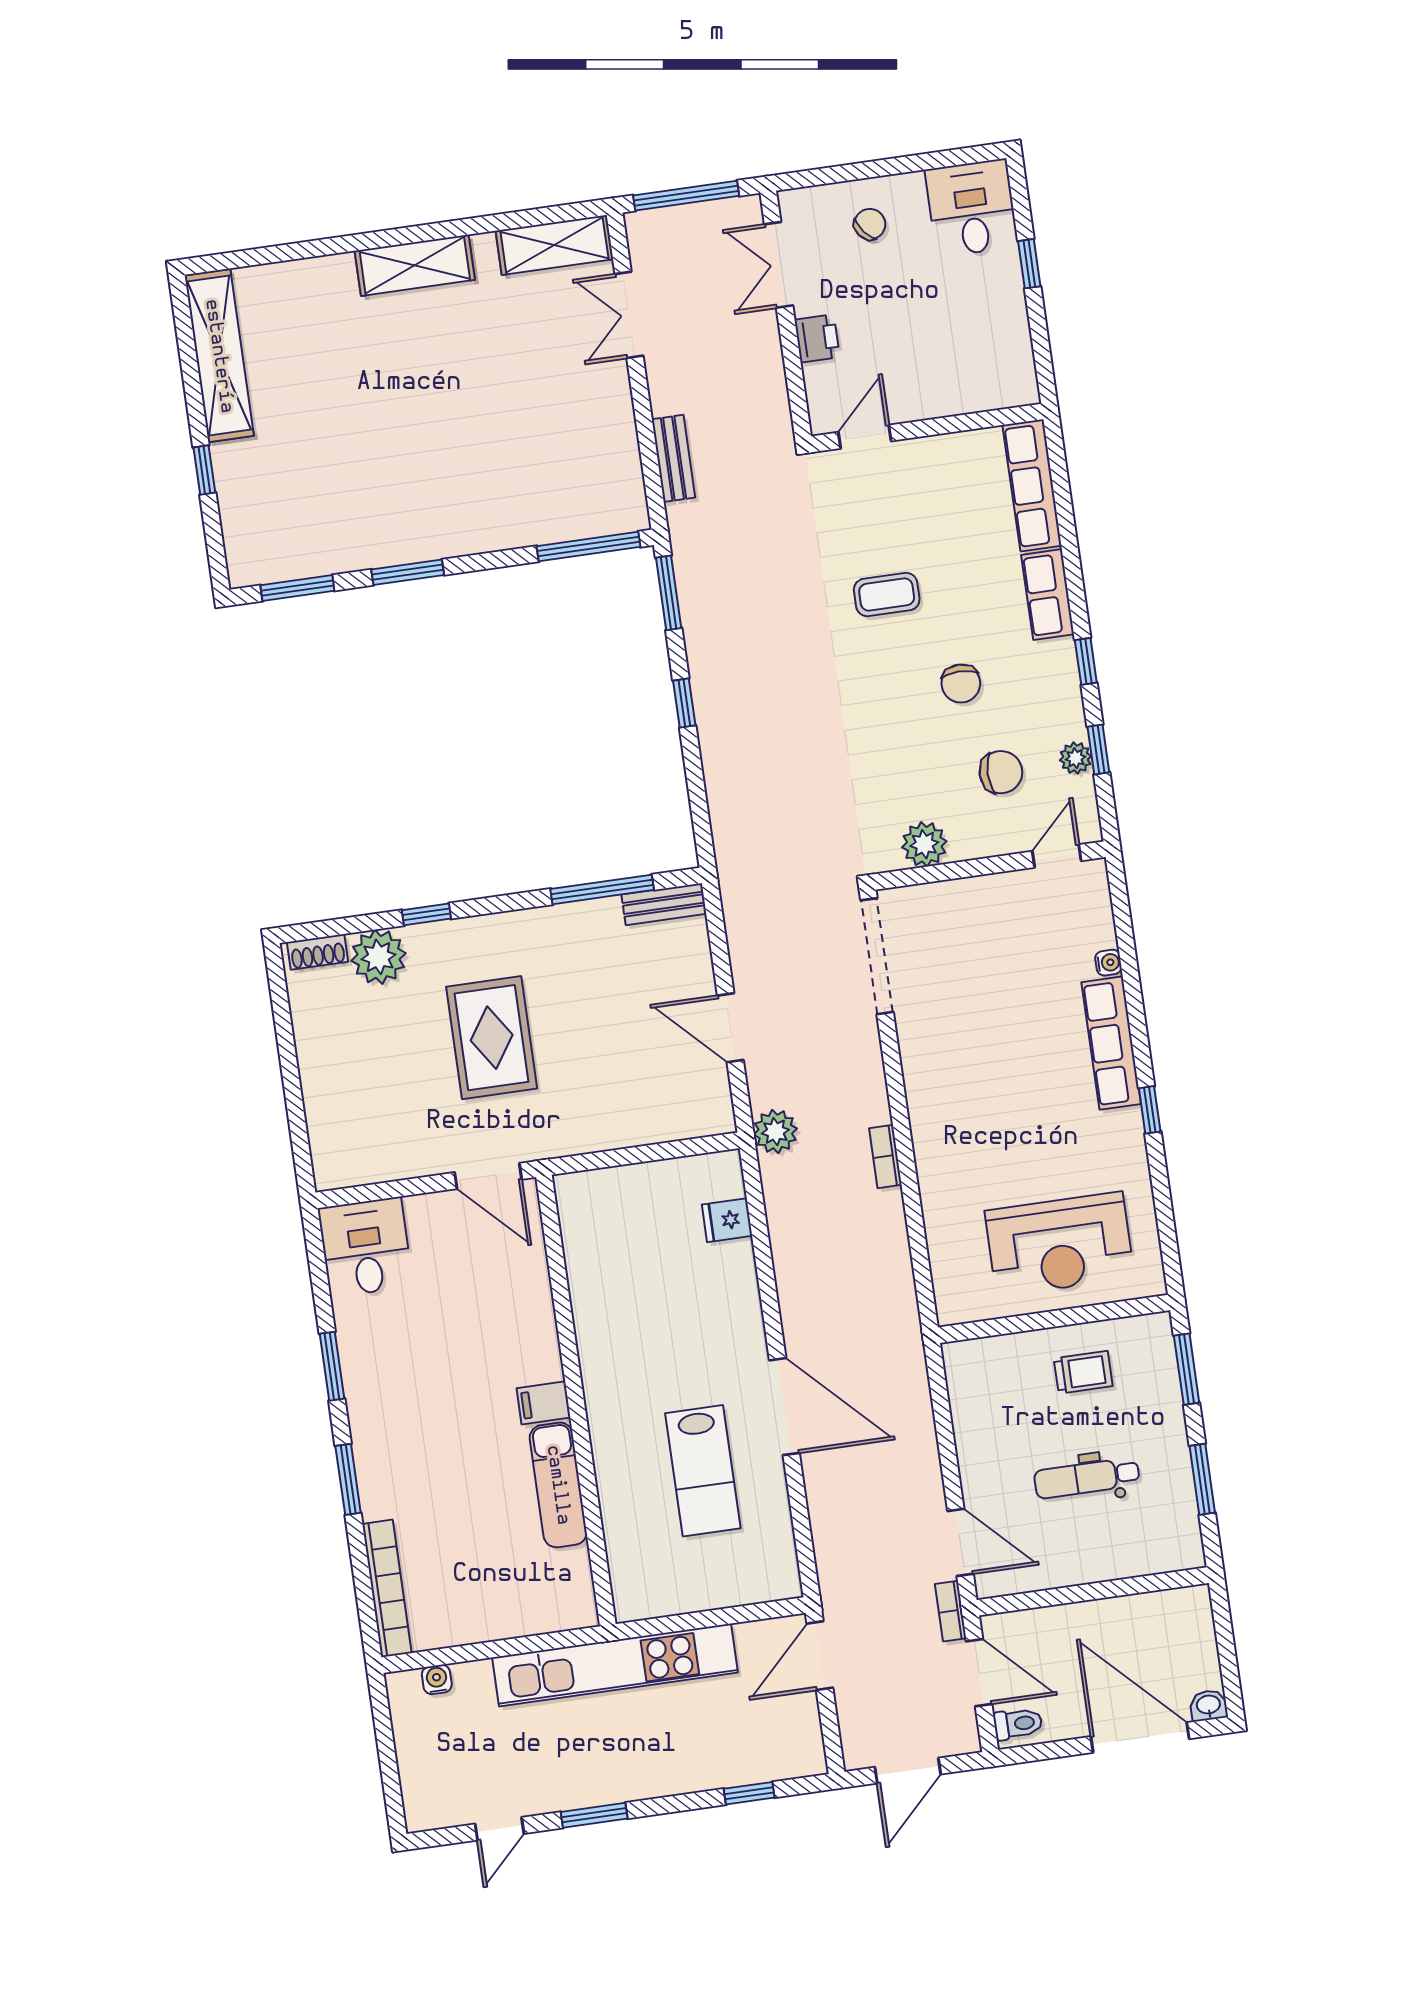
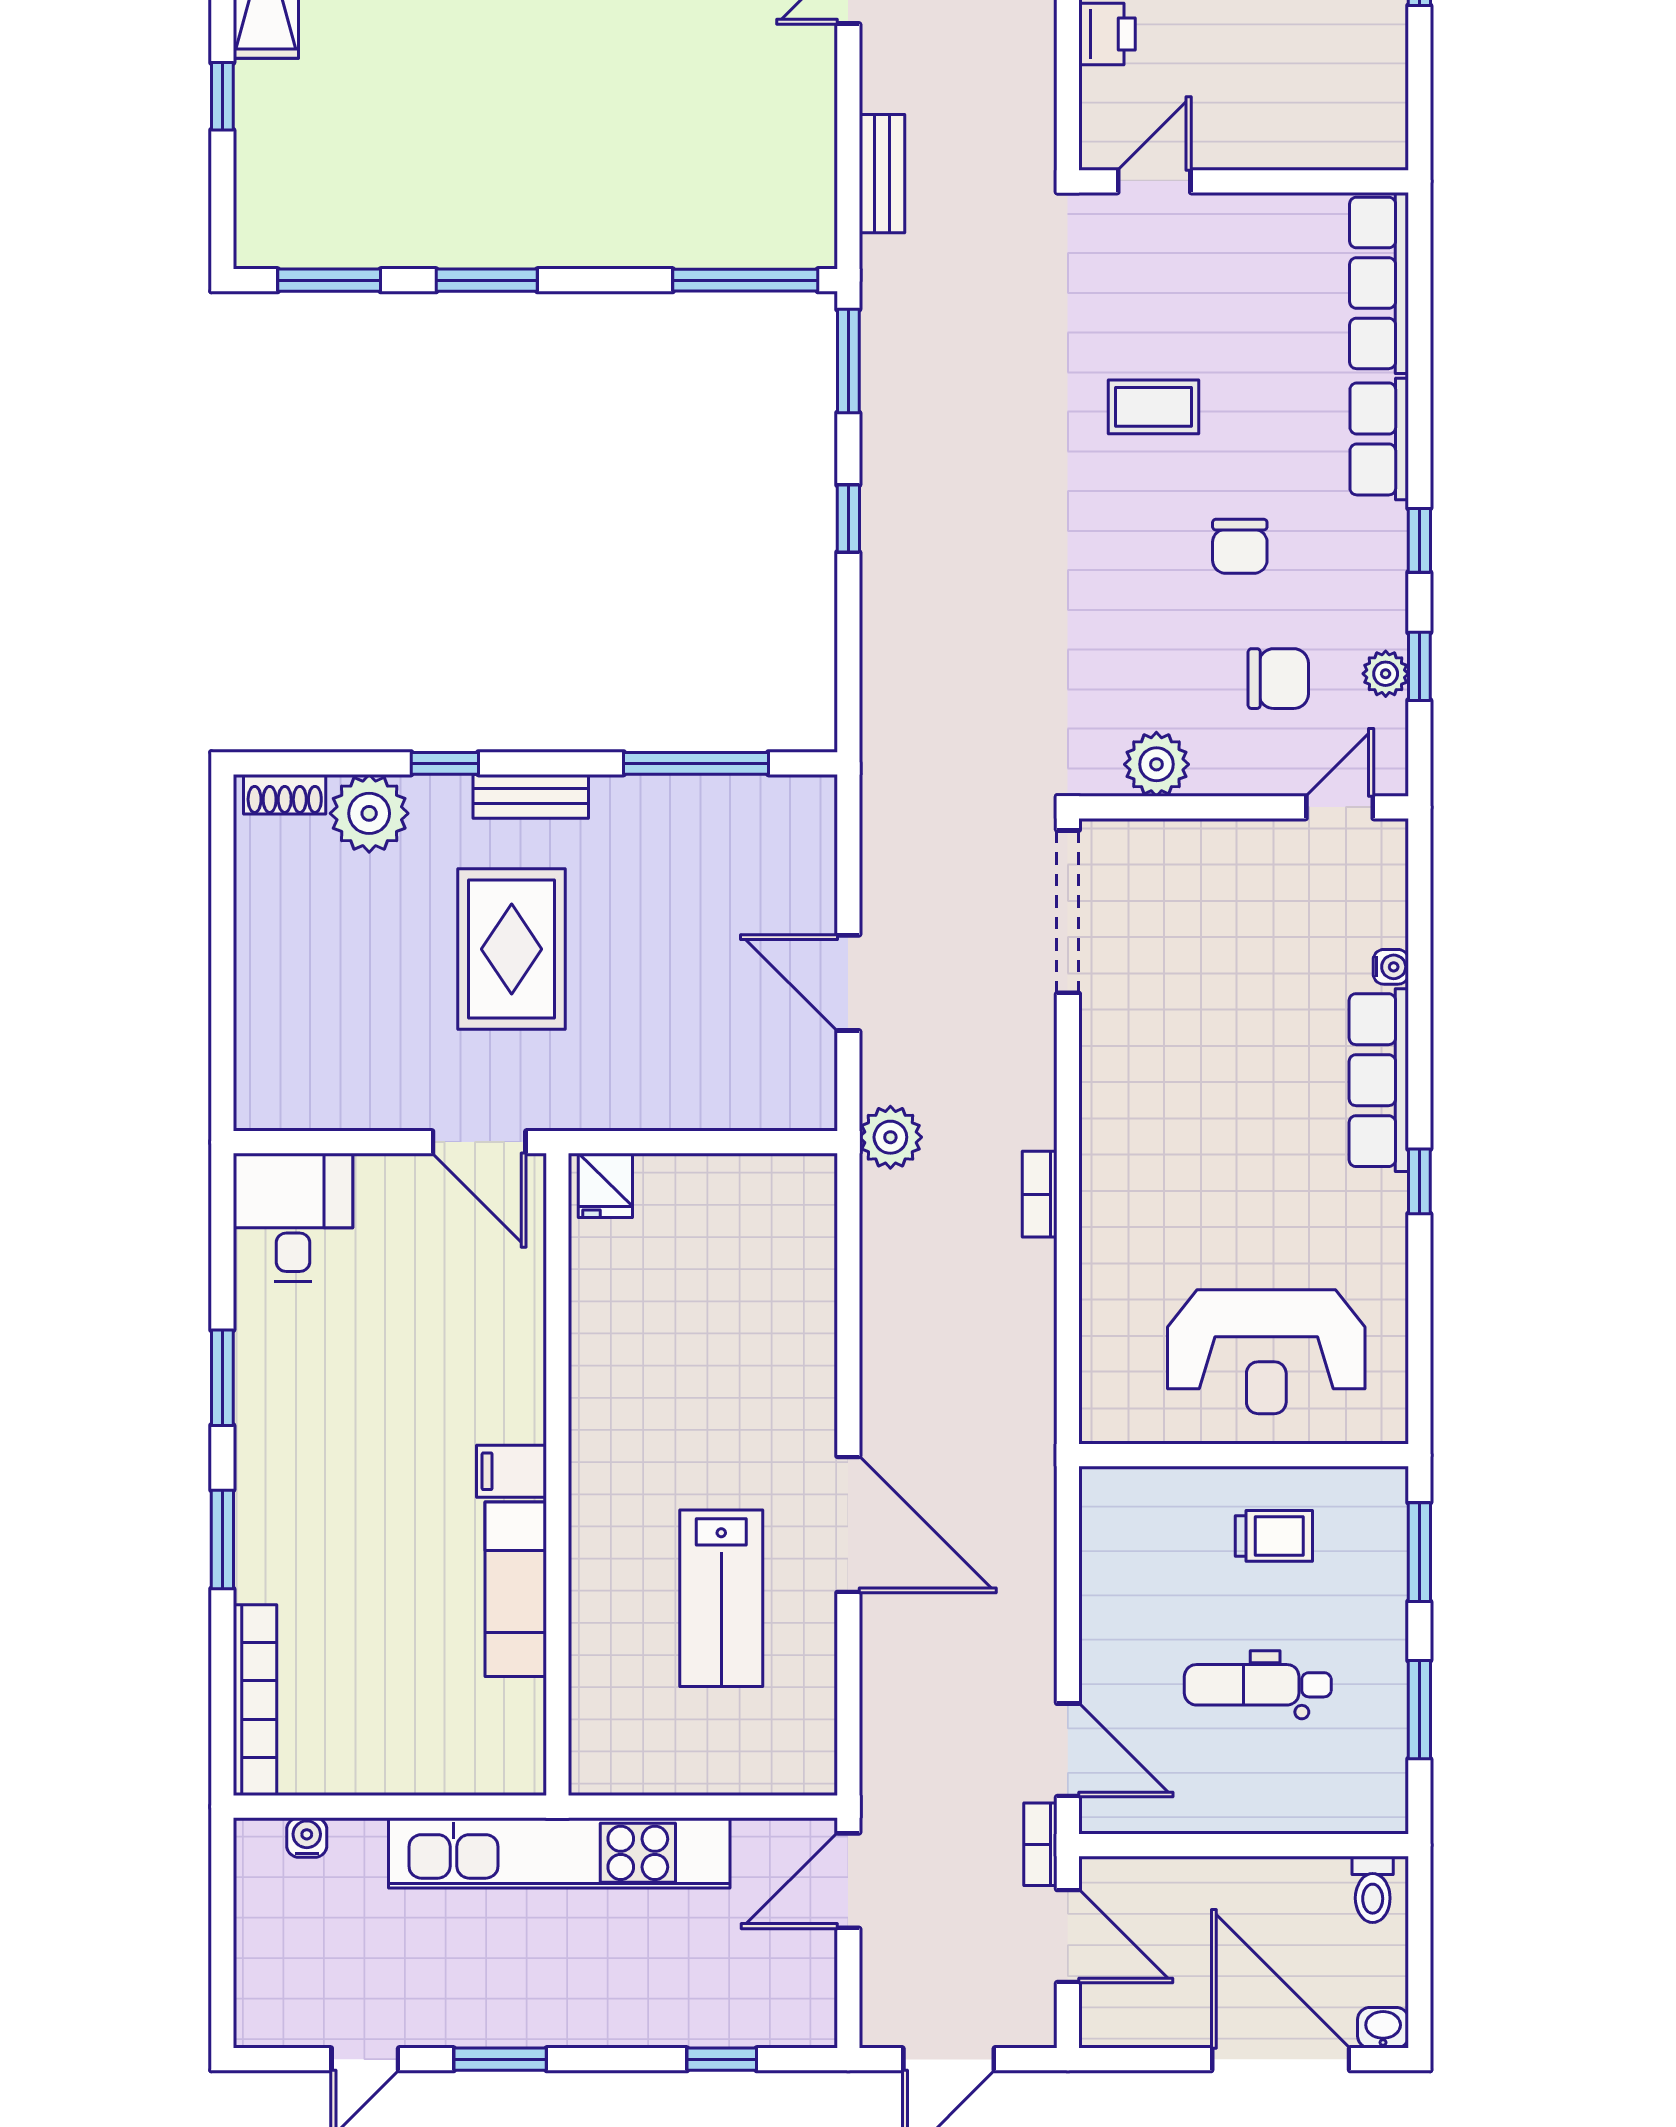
bench: (664, 904) -> (531, 796), moved
fridge: (727, 1220) -> (605, 1185), moved, turned -90
toilet: (1018, 1724) -> (1373, 1889), moved, turned 90

